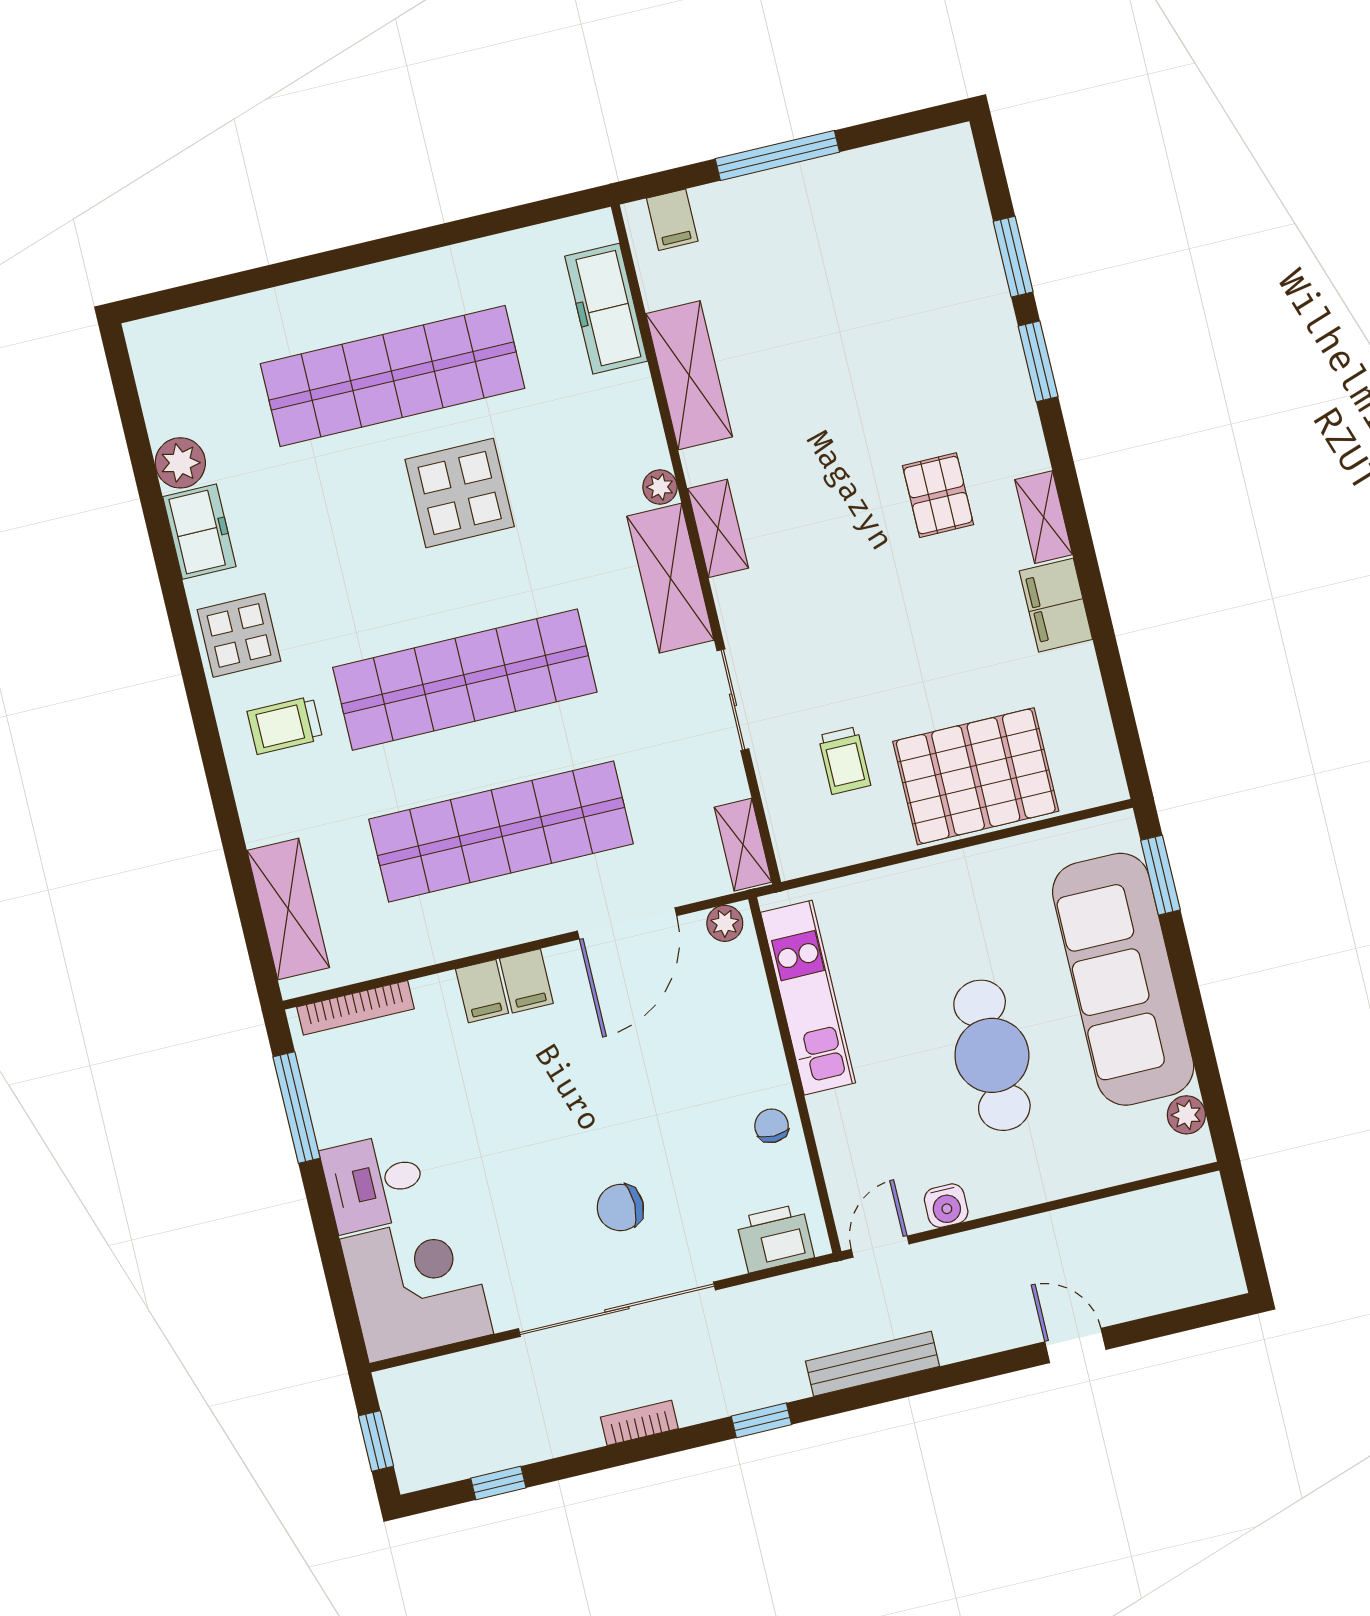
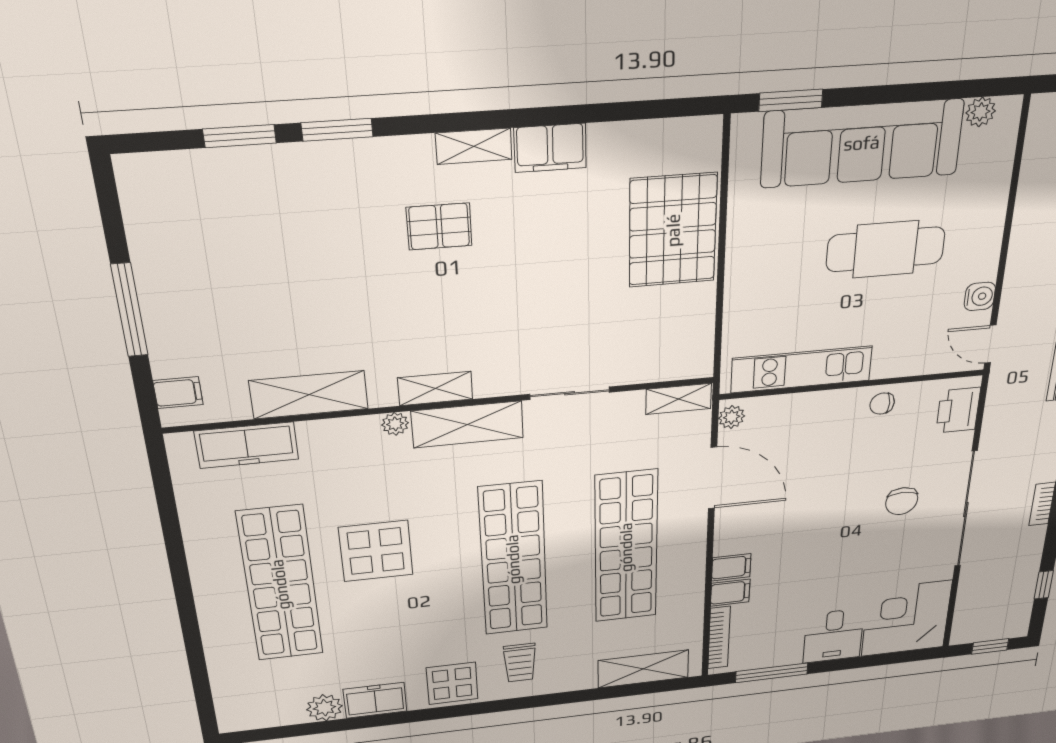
trolley: (844, 760) -> (635, 323), removed
filing cabinet: (526, 981) -> (730, 593), moved

